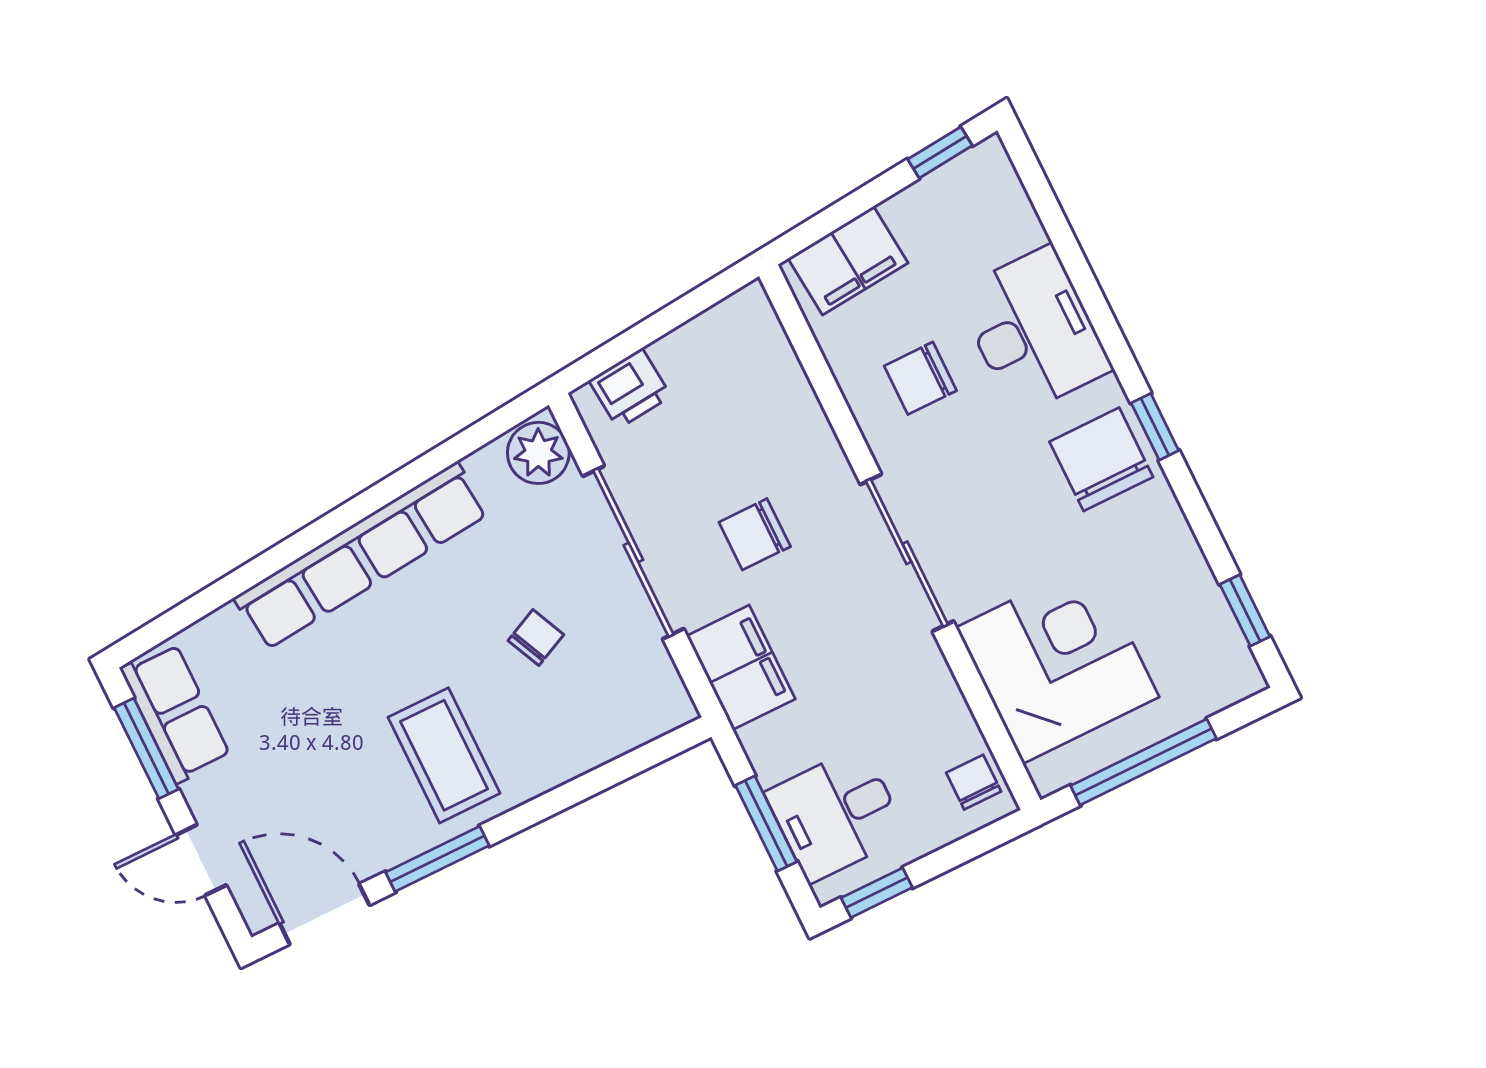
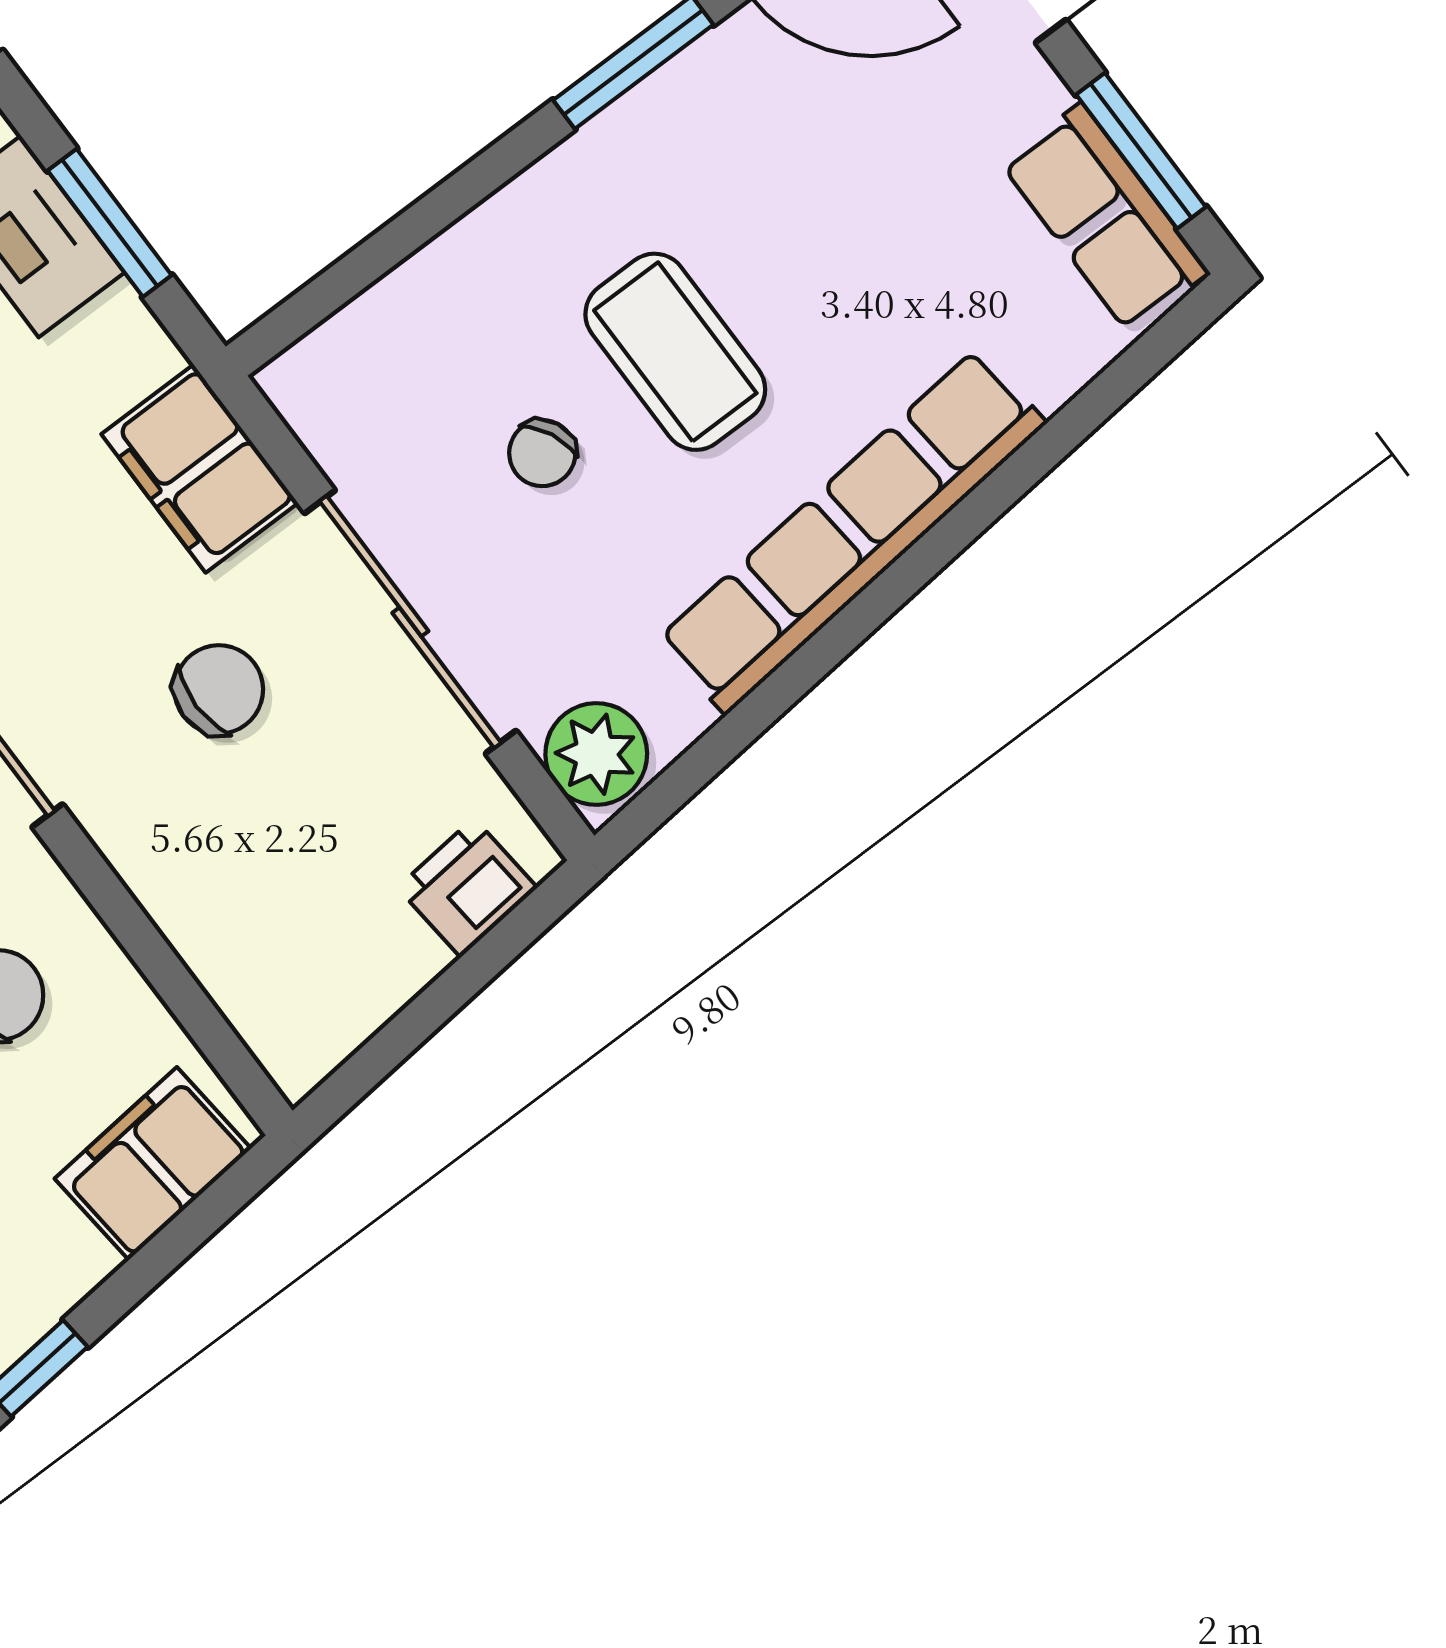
coffee table: (444, 755) -> (675, 352), moved

